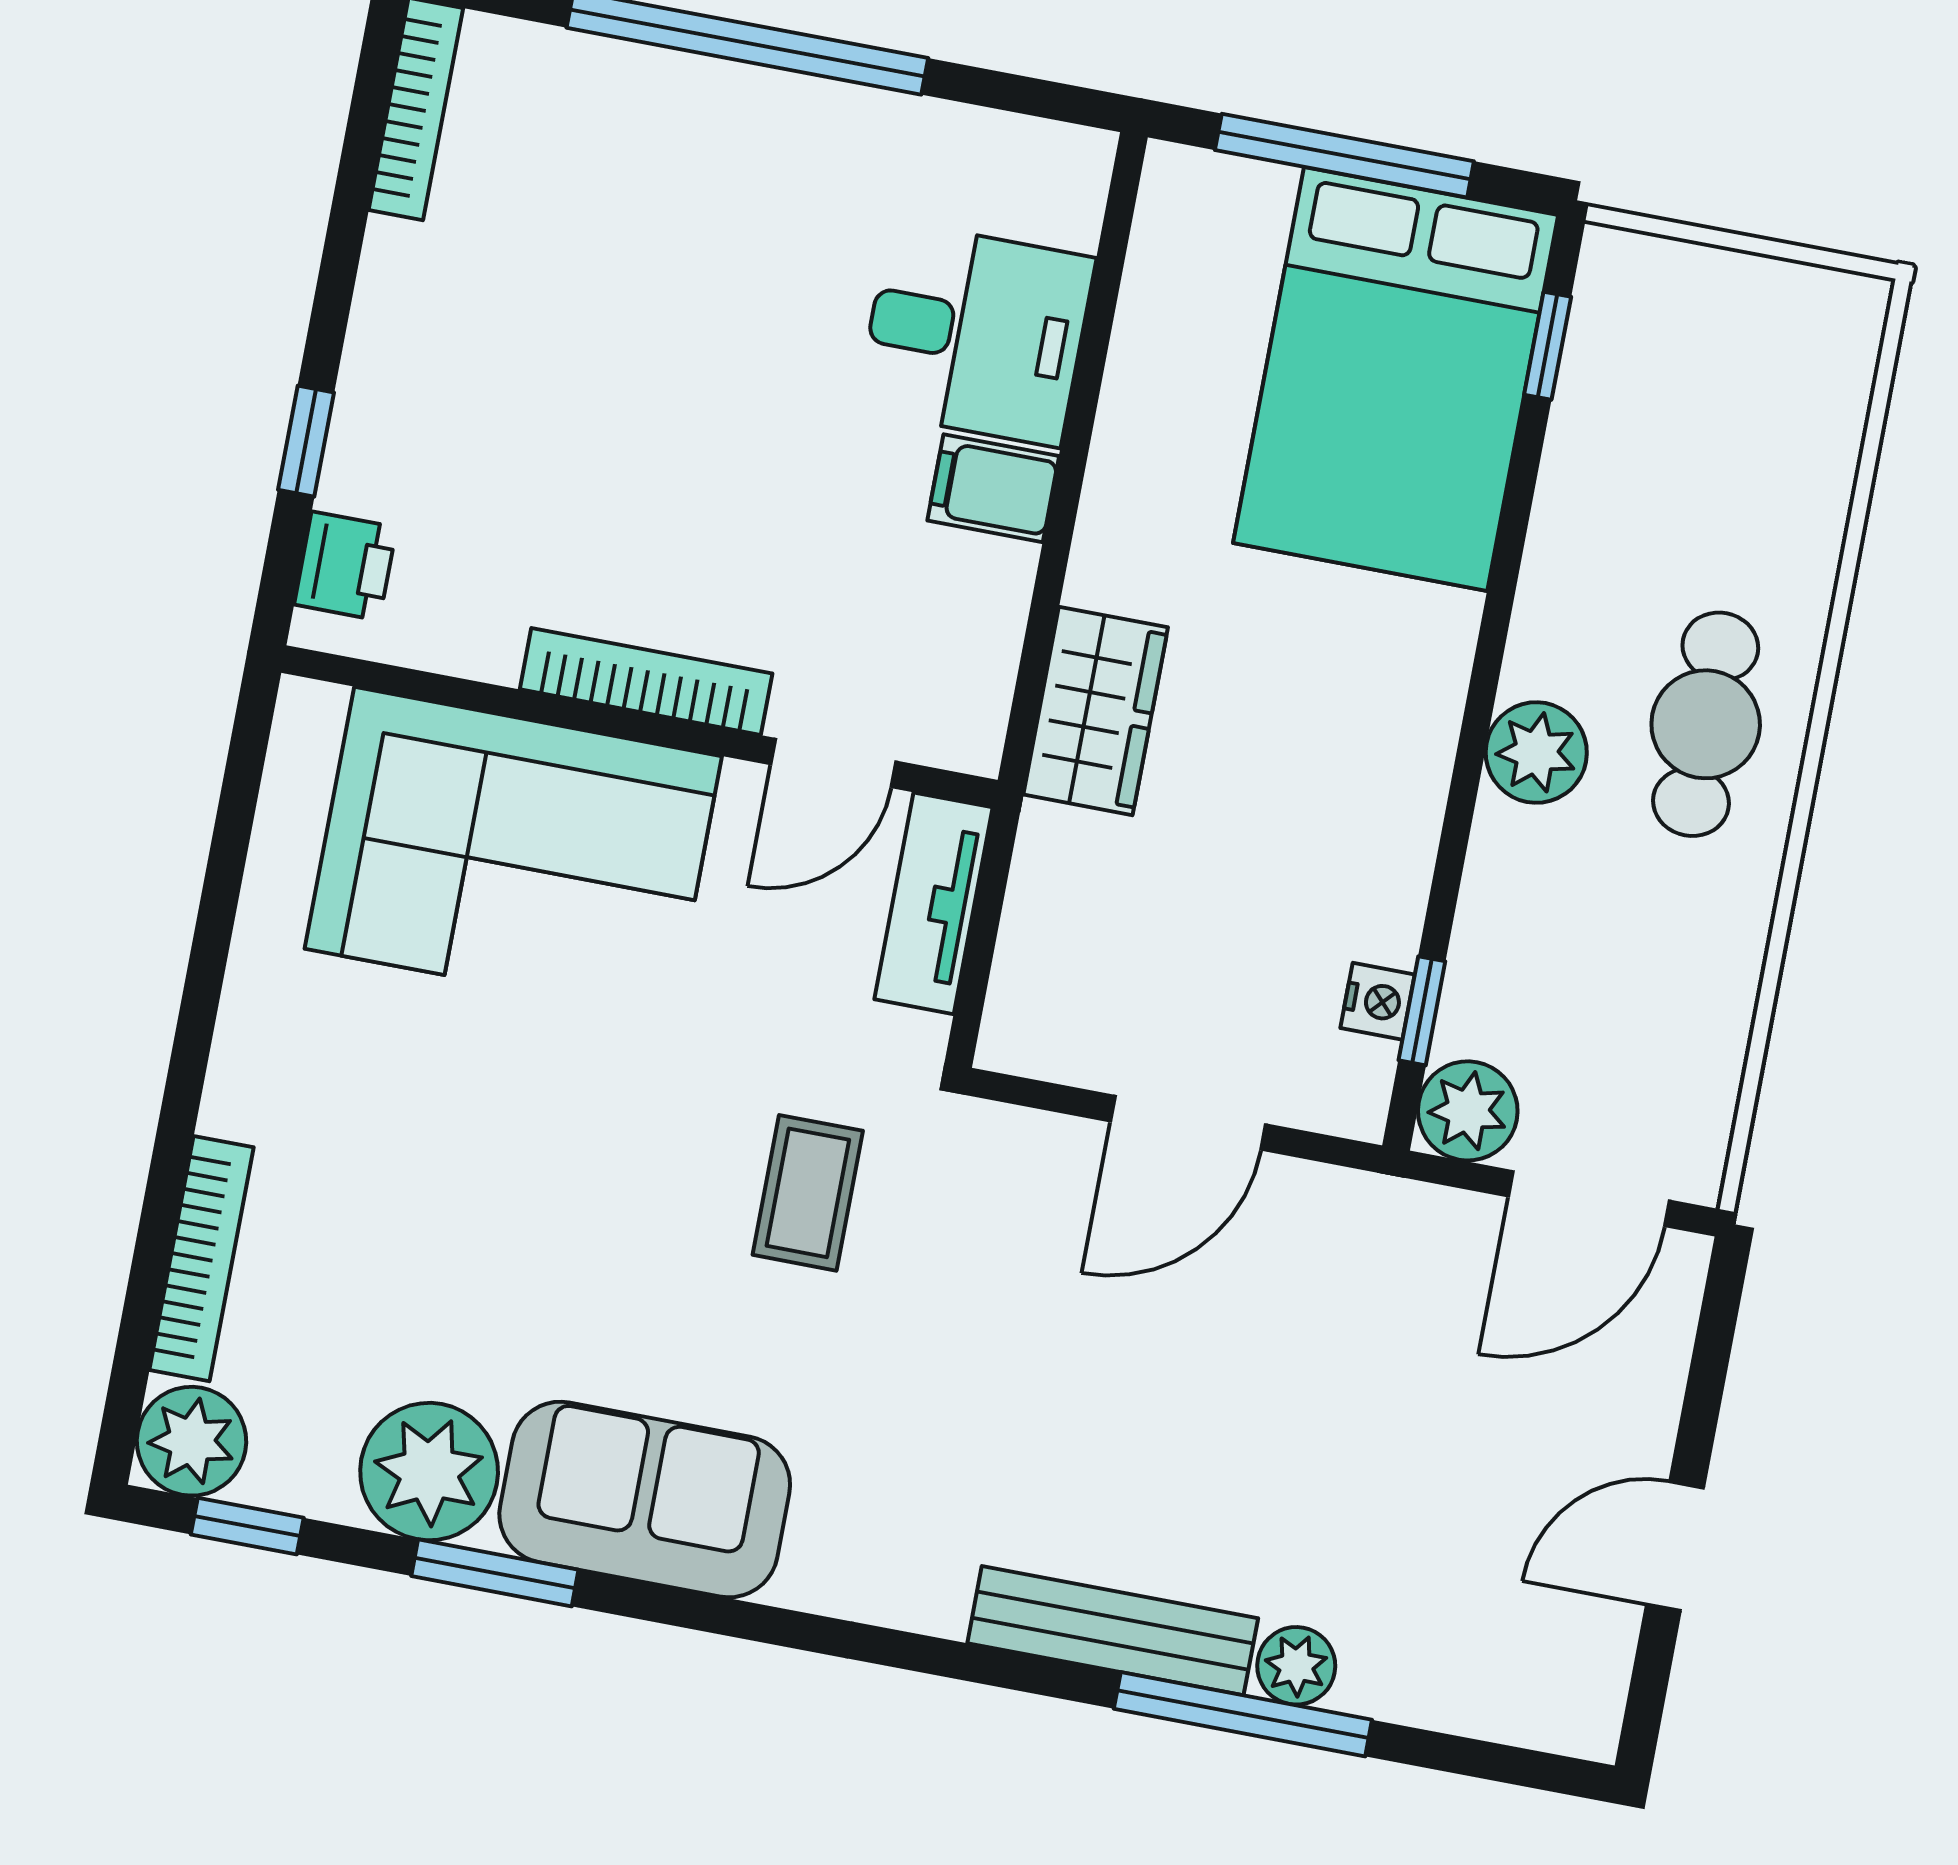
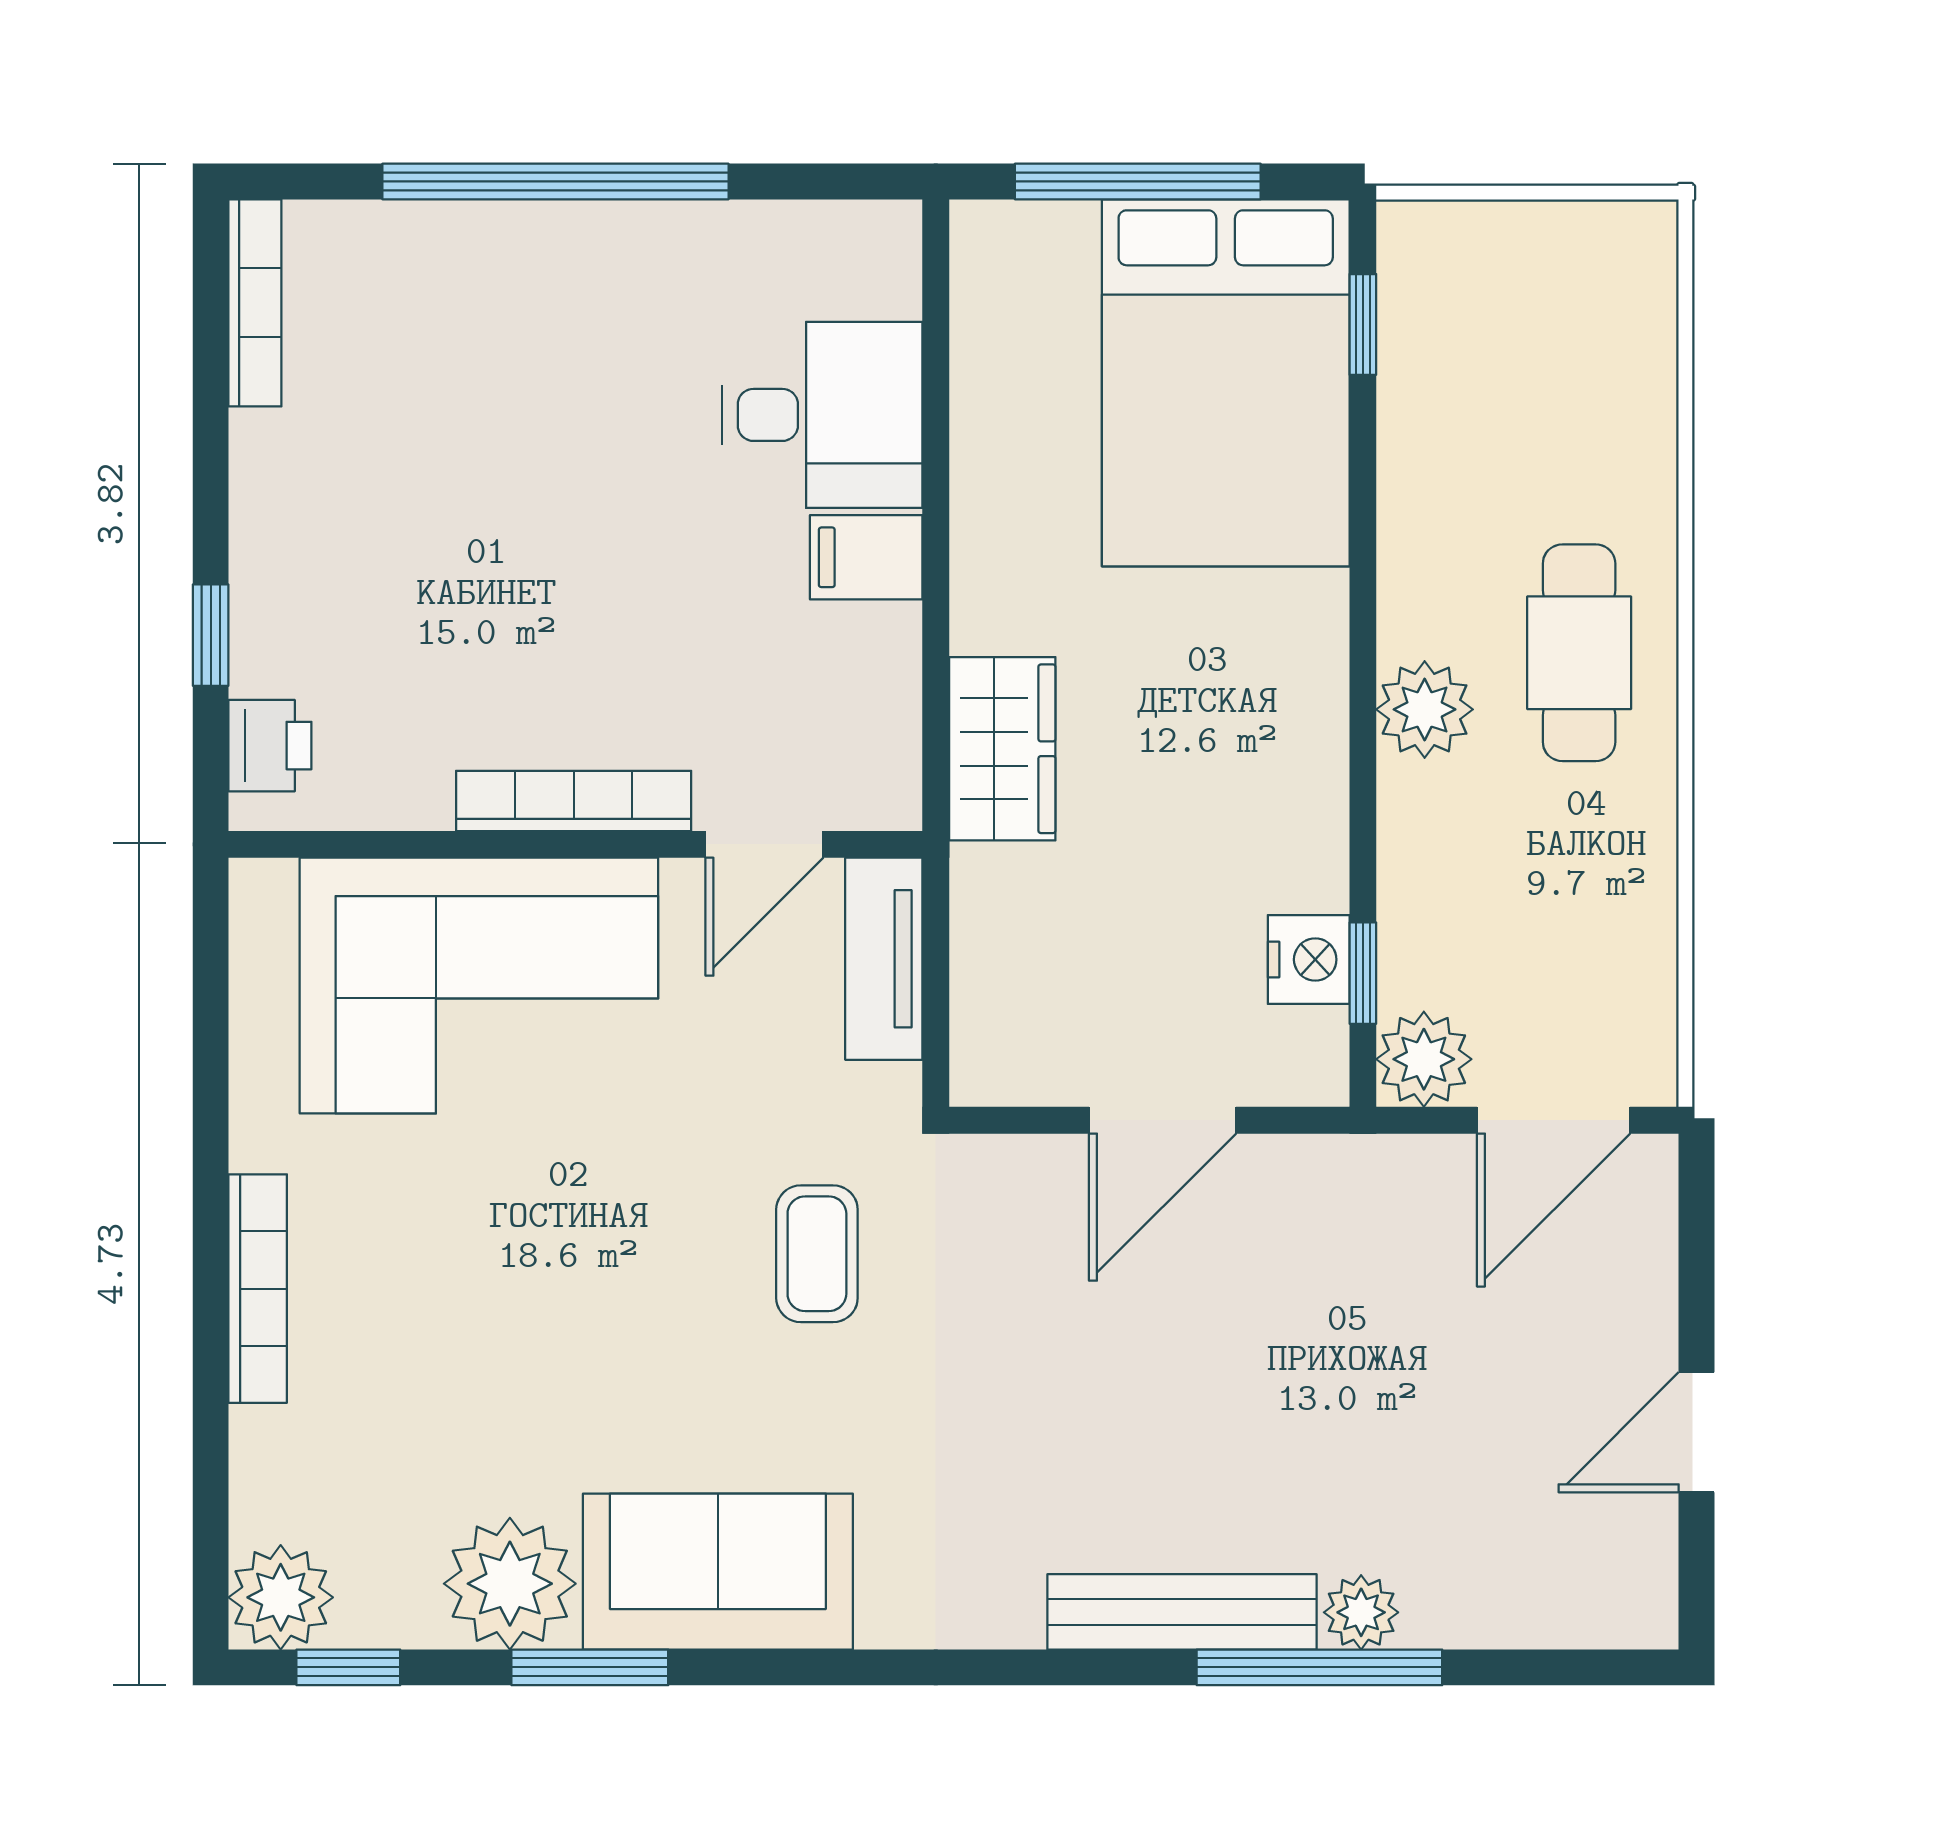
nightstand: (1378, 1001) -> (1309, 960), width x1.39, depth x1.35
bookcase: (202, 1259) -> (258, 1289), moved

